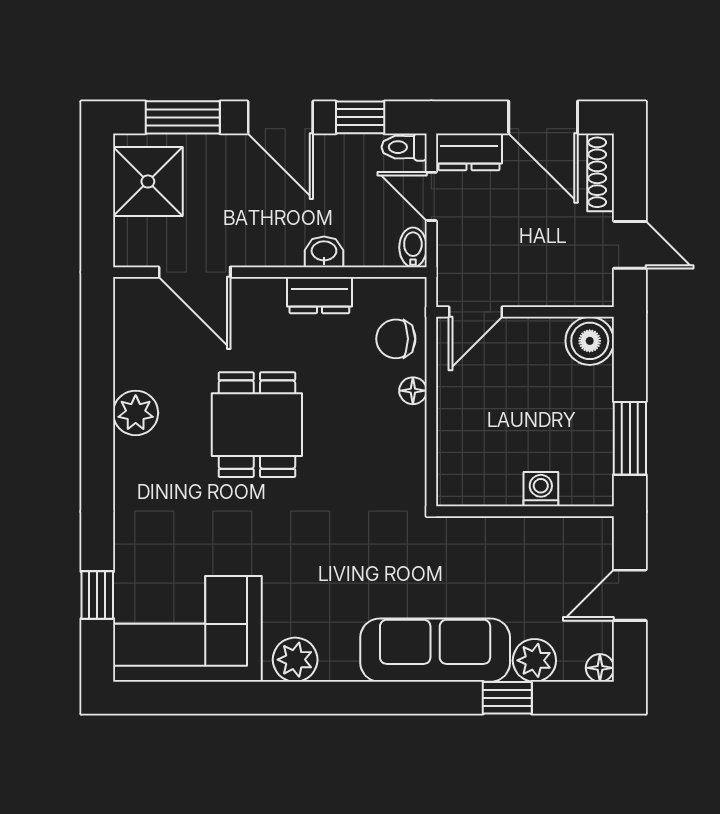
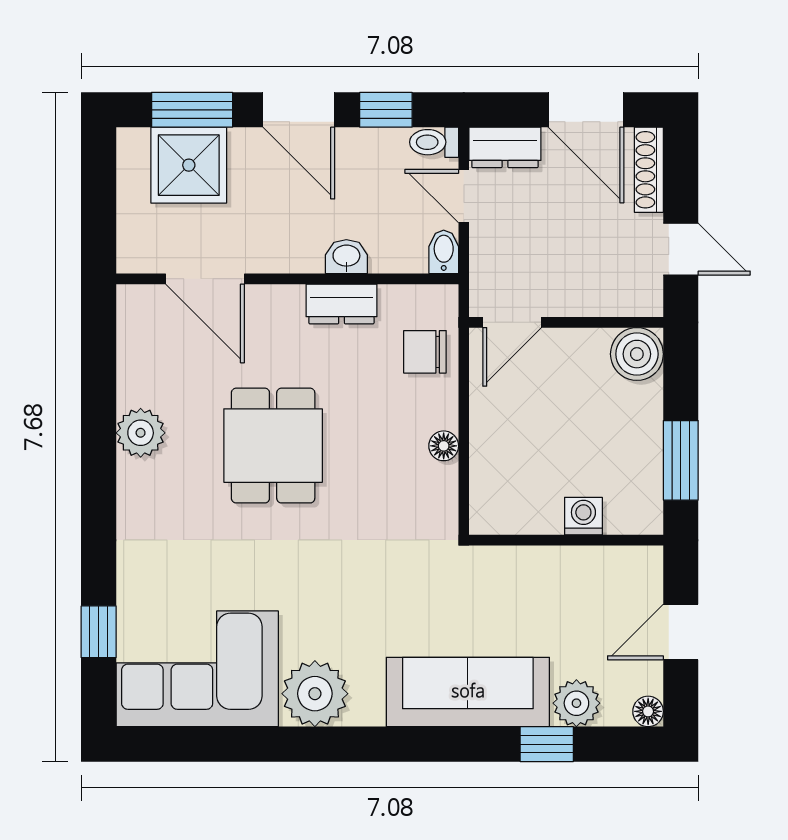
shower: (148, 181) -> (189, 165), moved
floor lamp: (413, 391) -> (444, 446), moved
plant: (295, 660) -> (315, 694), width x1.36, depth x1.36

